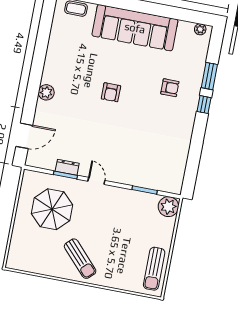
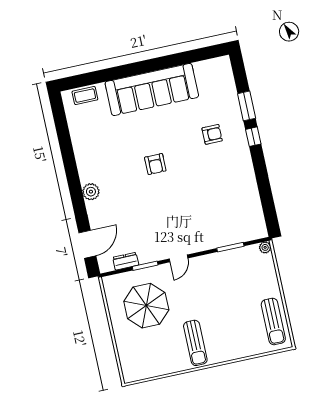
plant: (200, 29) -> (217, 63), removed
dresser: (67, 167) -> (126, 261), moved
door: (96, 181) -> (178, 258), swing flipped
plant: (168, 207) -> (265, 247), width x0.53, depth x0.53
sun lounger: (80, 259) -> (195, 343), turned 43

